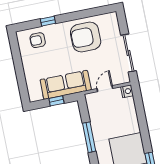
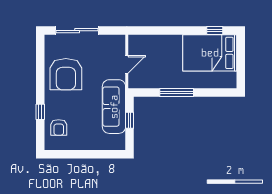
sliding door: (128, 53) -> (77, 31), moved
door: (105, 89) -> (127, 64), swing flipped
nightstand: (127, 91) -> (135, 41), removed

